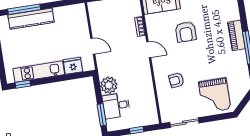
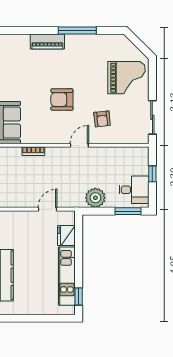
armchair: (186, 32) -> (62, 100), moved, turned 180
piano: (236, 35) -> (47, 42), moved
door: (149, 50) -> (79, 145), moved
desk: (116, 106) -> (134, 190), moved, turned -90

